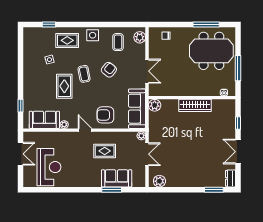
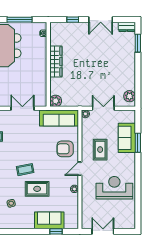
armchair: (109, 70) -> (21, 145), removed
armchair: (105, 115) -> (65, 149), turned 90
sofa: (44, 120) -> (49, 220), moved, turned 90
reception desk: (49, 167) -> (114, 188), moved

